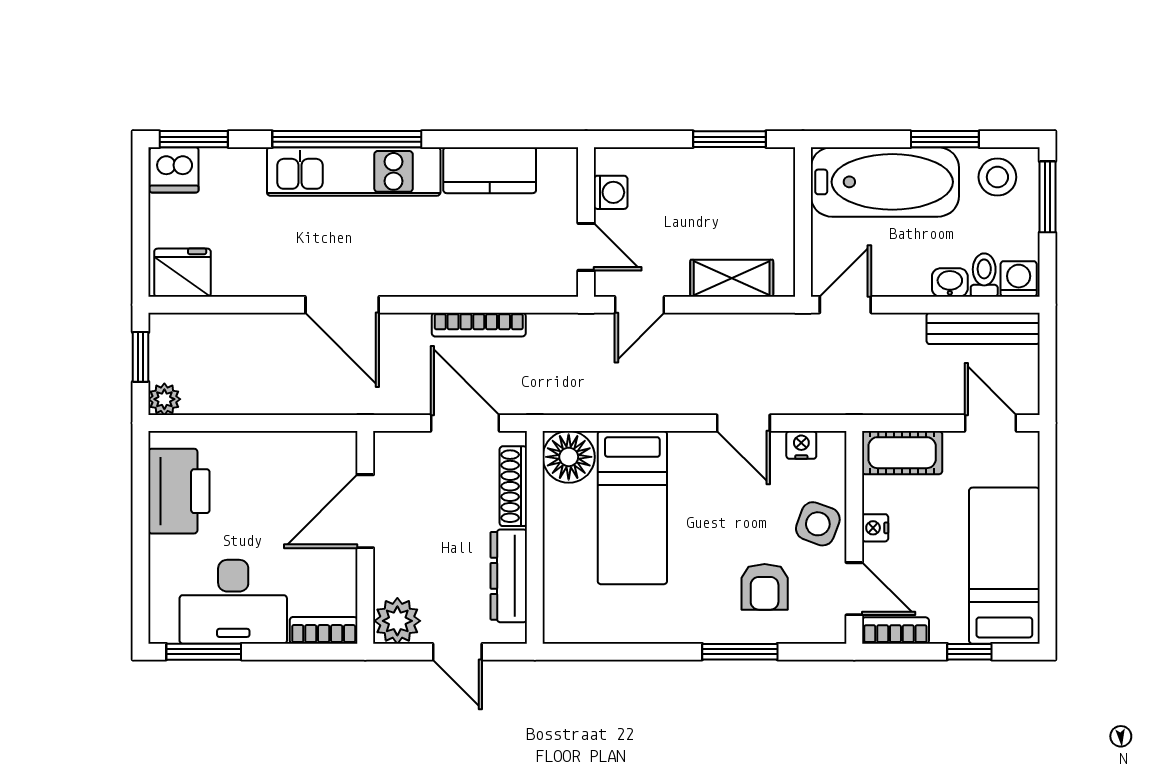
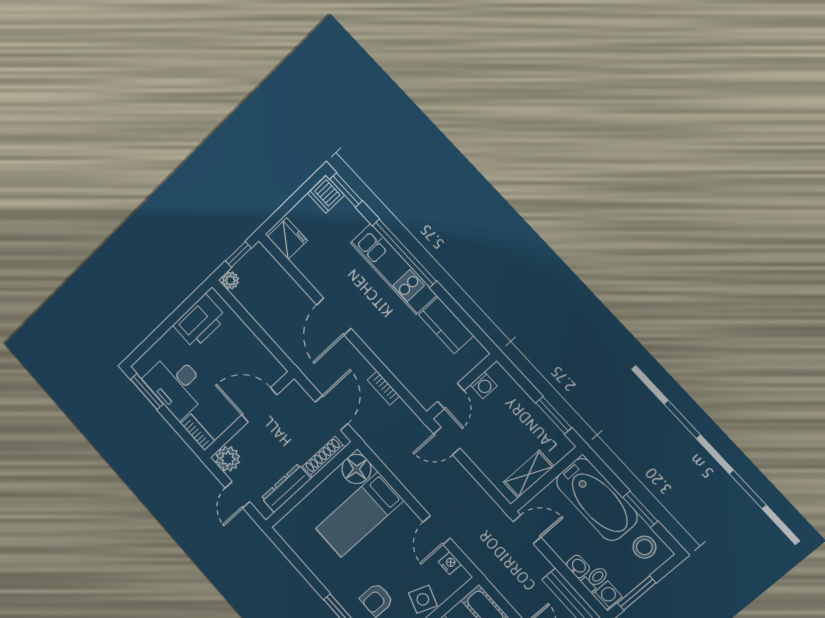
window: (1047, 197) -> (637, 593), moved
shelving: (732, 278) -> (529, 474), moved, turned 90
bookcase: (479, 325) -> (383, 388), width x0.64

